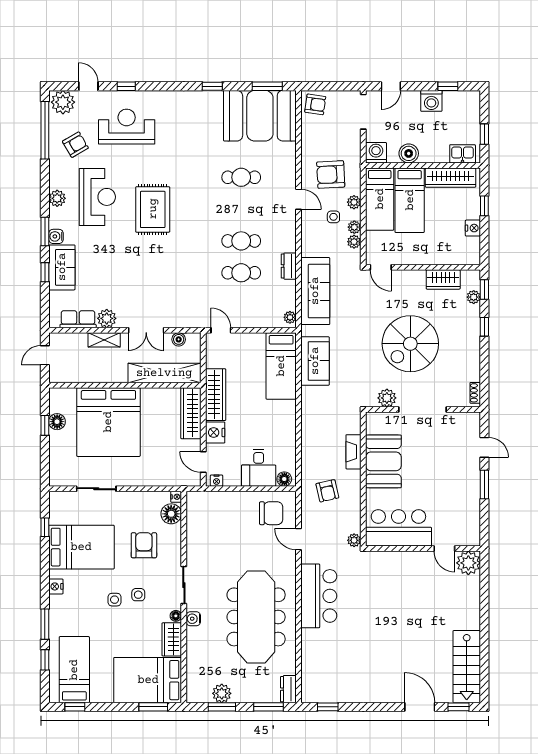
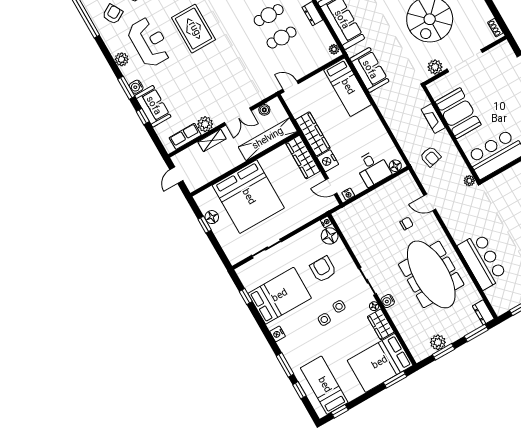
chair: (271, 513) -> (406, 223), moved, width x0.54, depth x0.54
bar counter: (319, 596) -> (482, 261), moved

